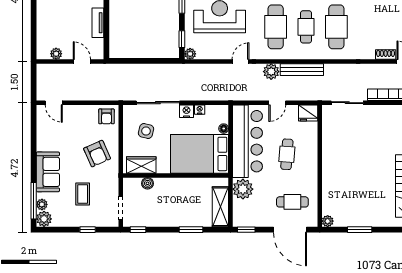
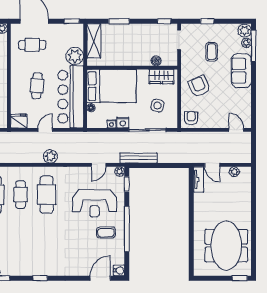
tv unit: (98, 23) -> (199, 179), moved
door: (241, 62) -> (99, 165), moved
bench: (302, 70) -> (138, 158), moved

